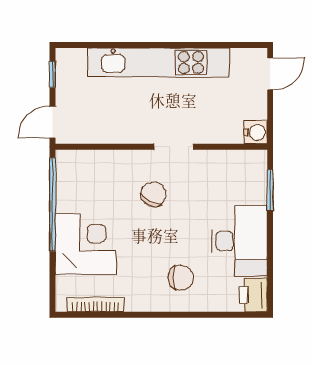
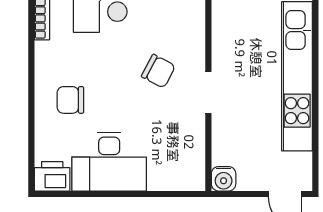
window: (270, 190) -> (163, 194), removed
chair: (181, 278) -> (70, 100), turned 90

